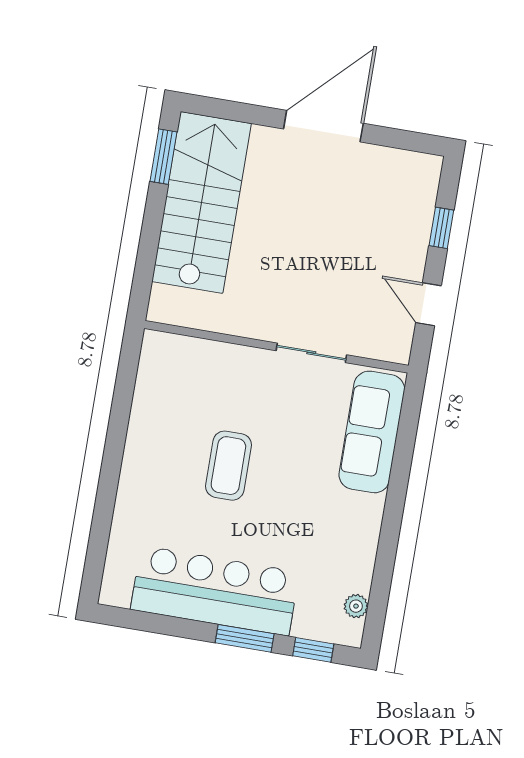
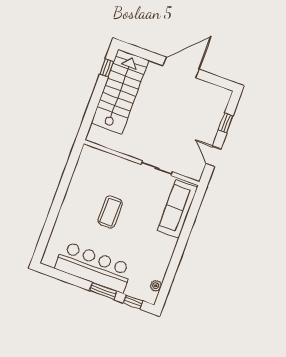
window: (164, 157) -> (107, 68), width x0.67

